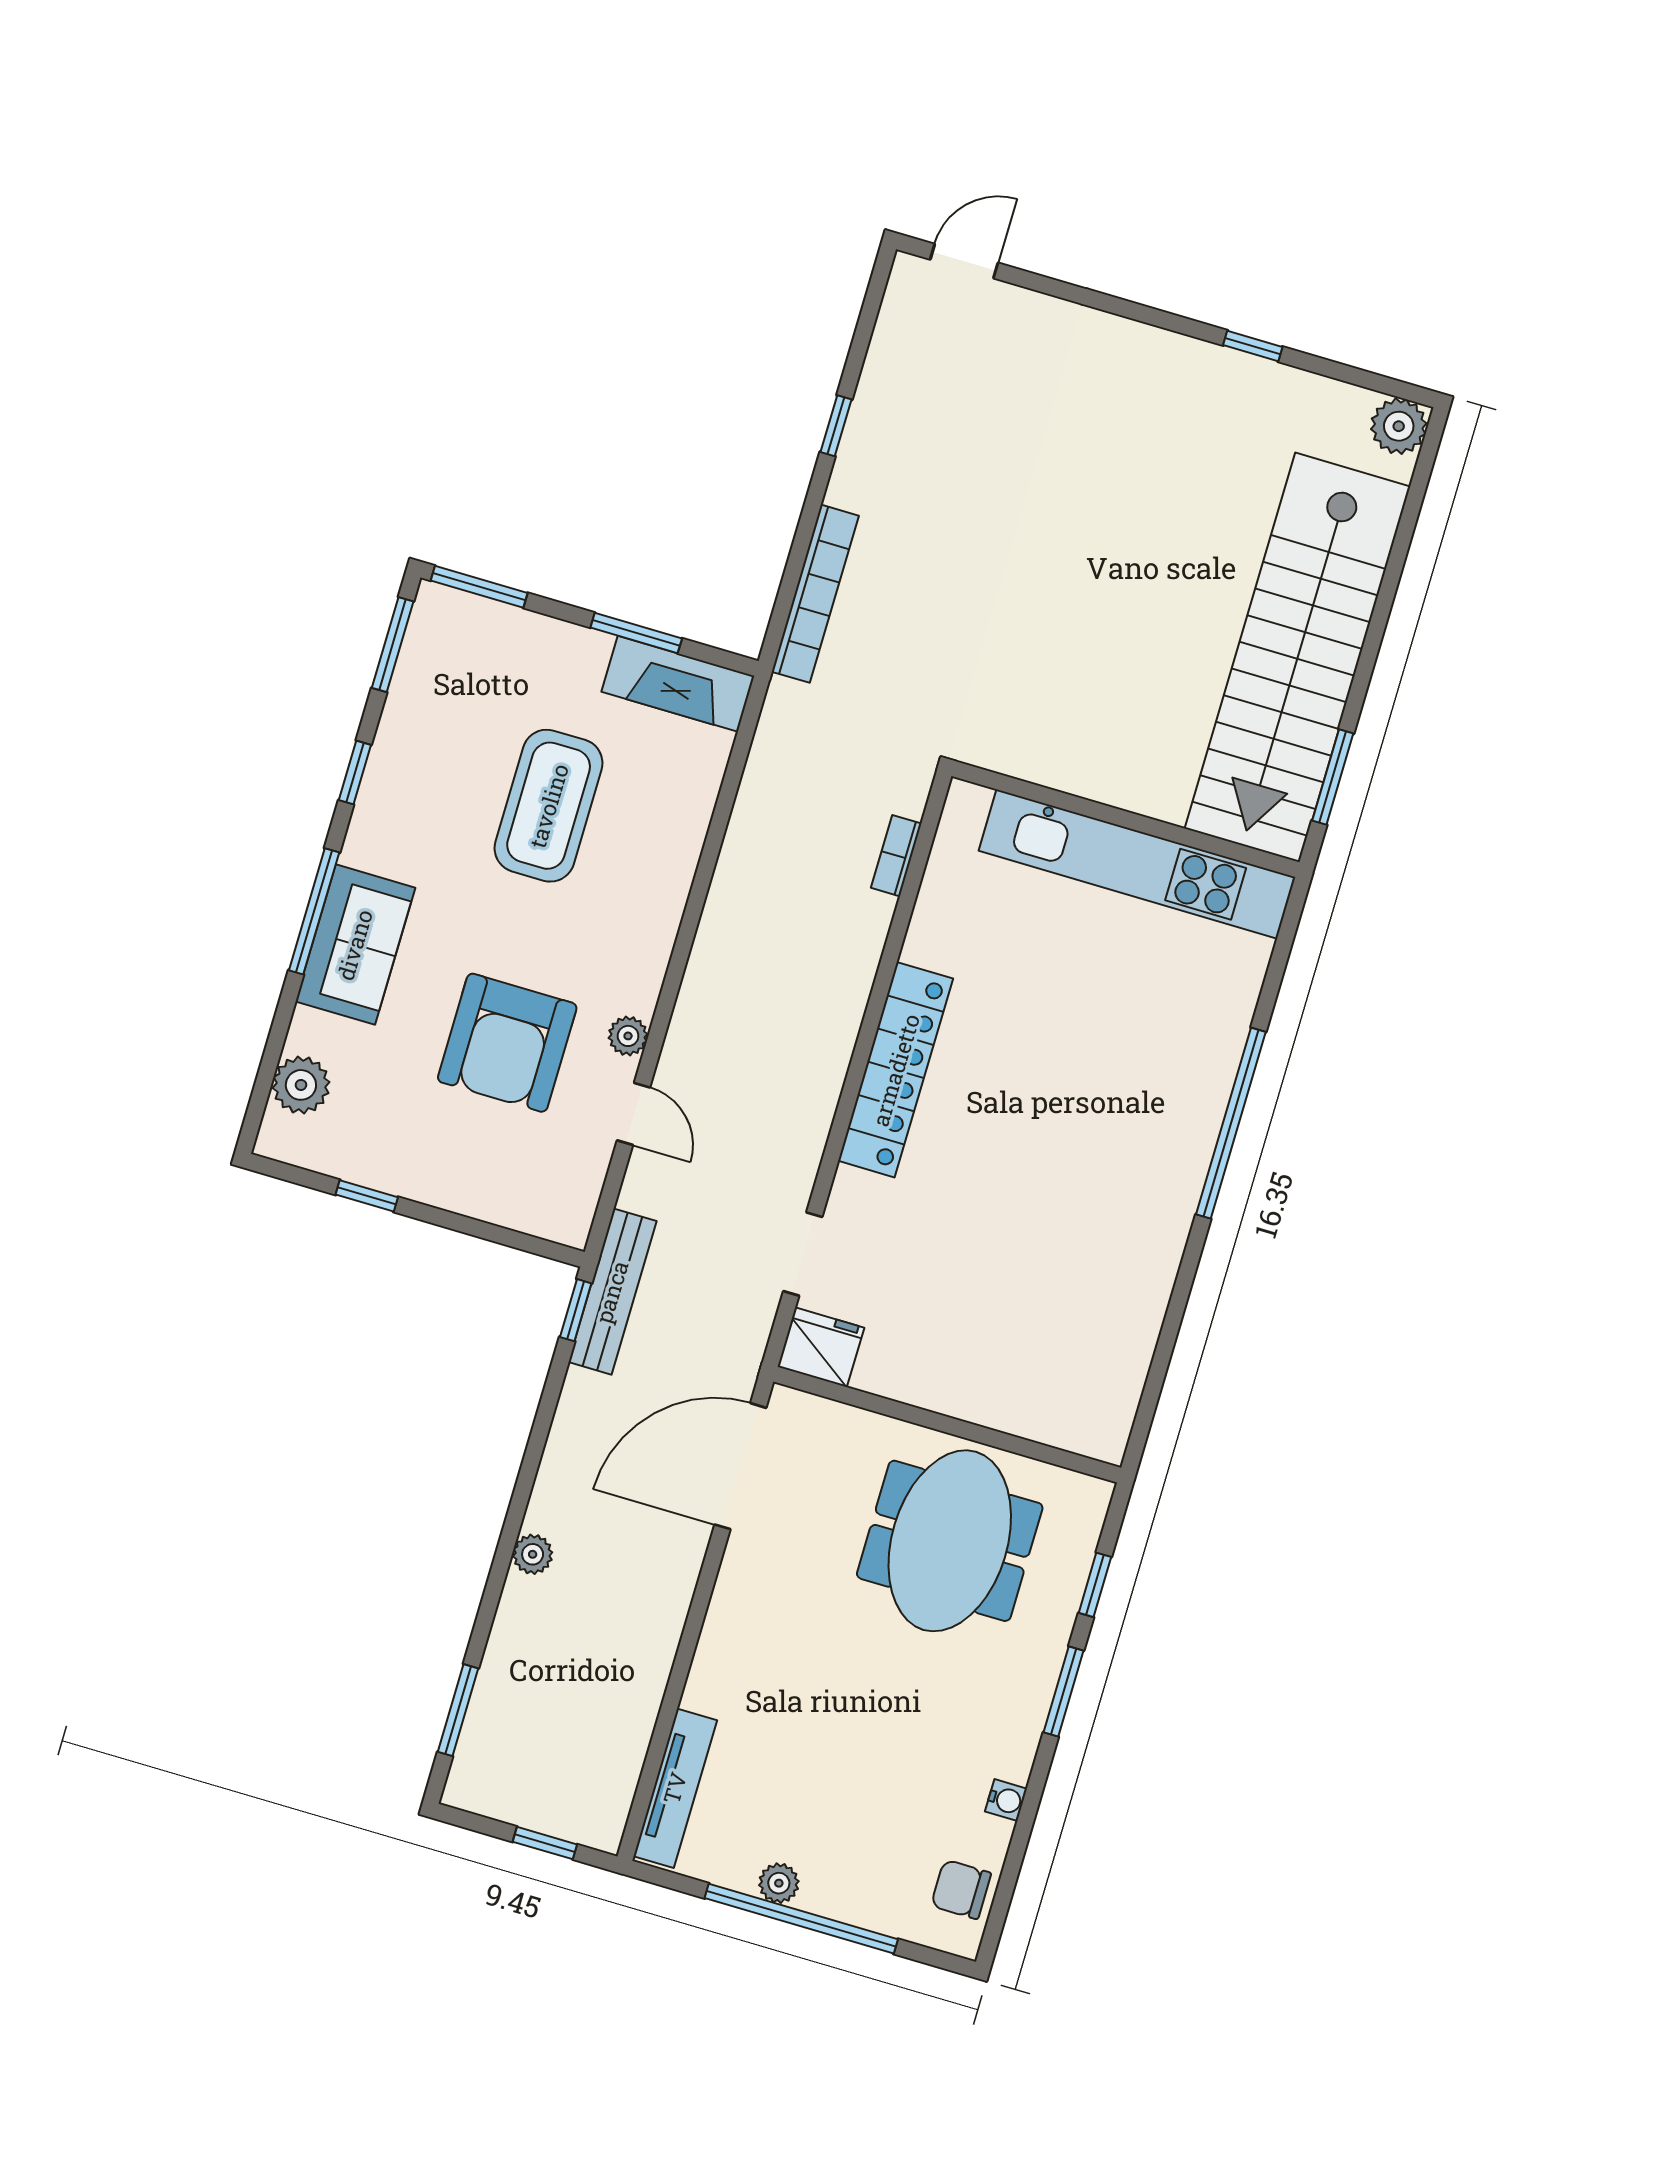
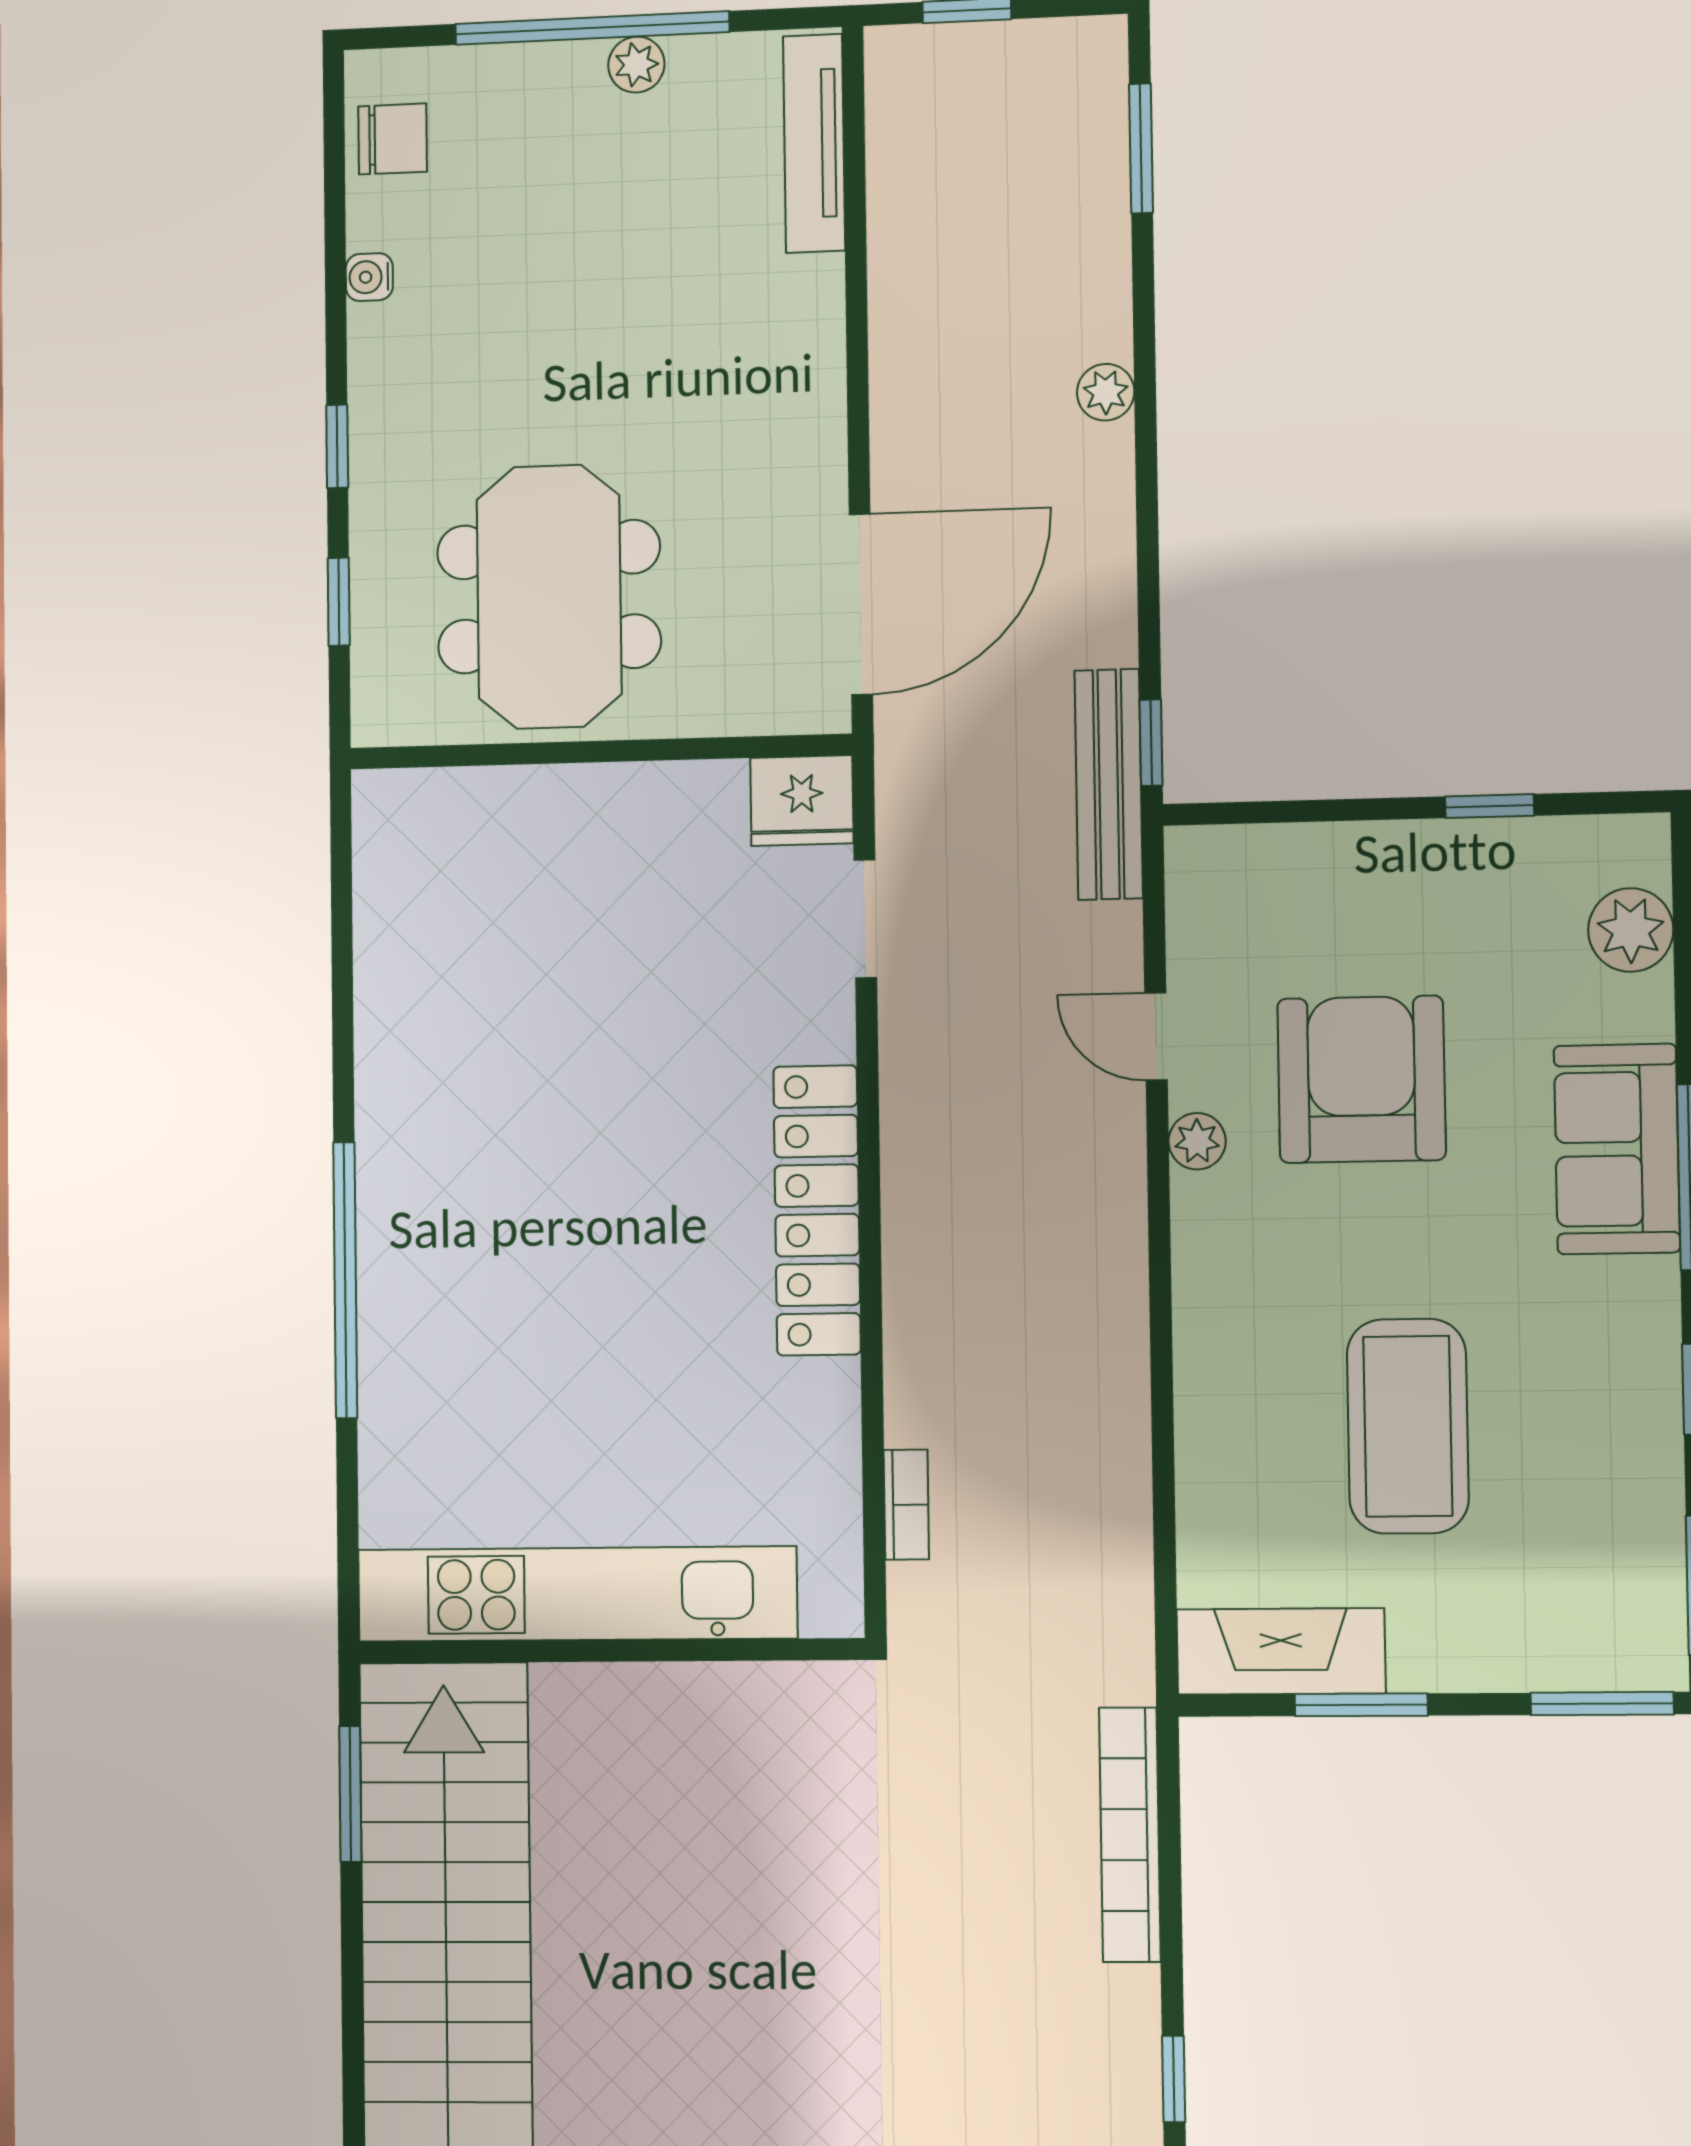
window: (1064, 1691) -> (337, 446), width x0.67

